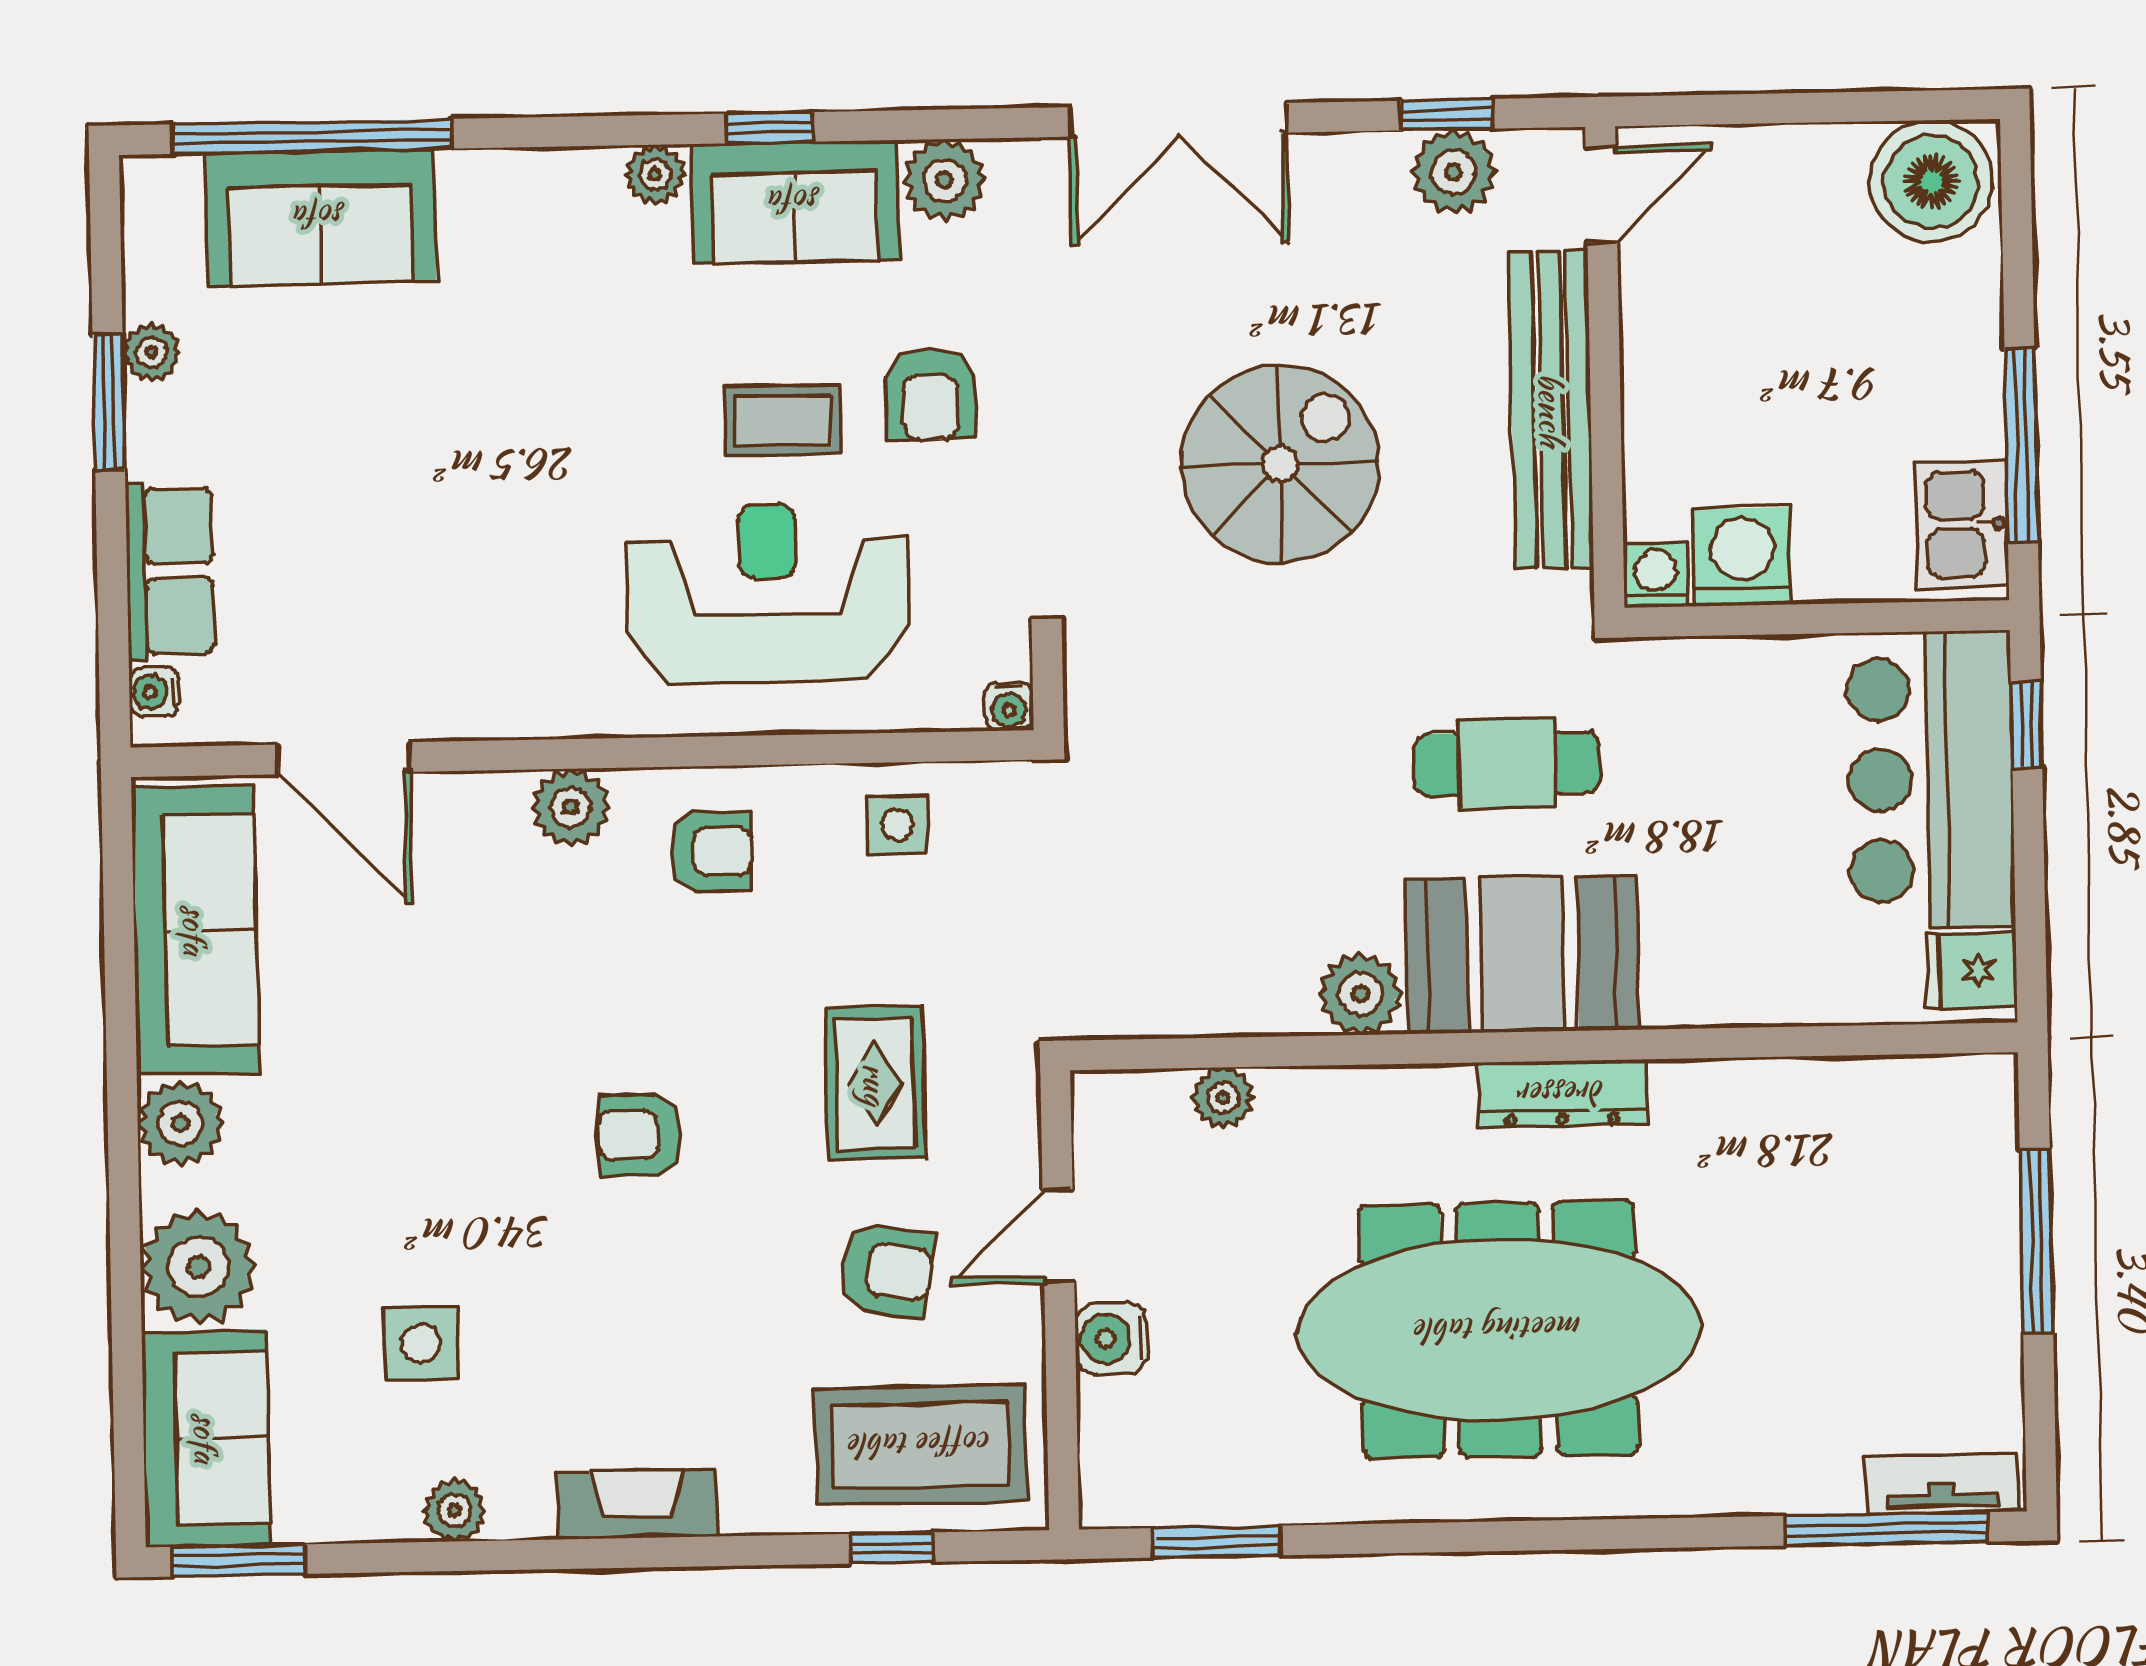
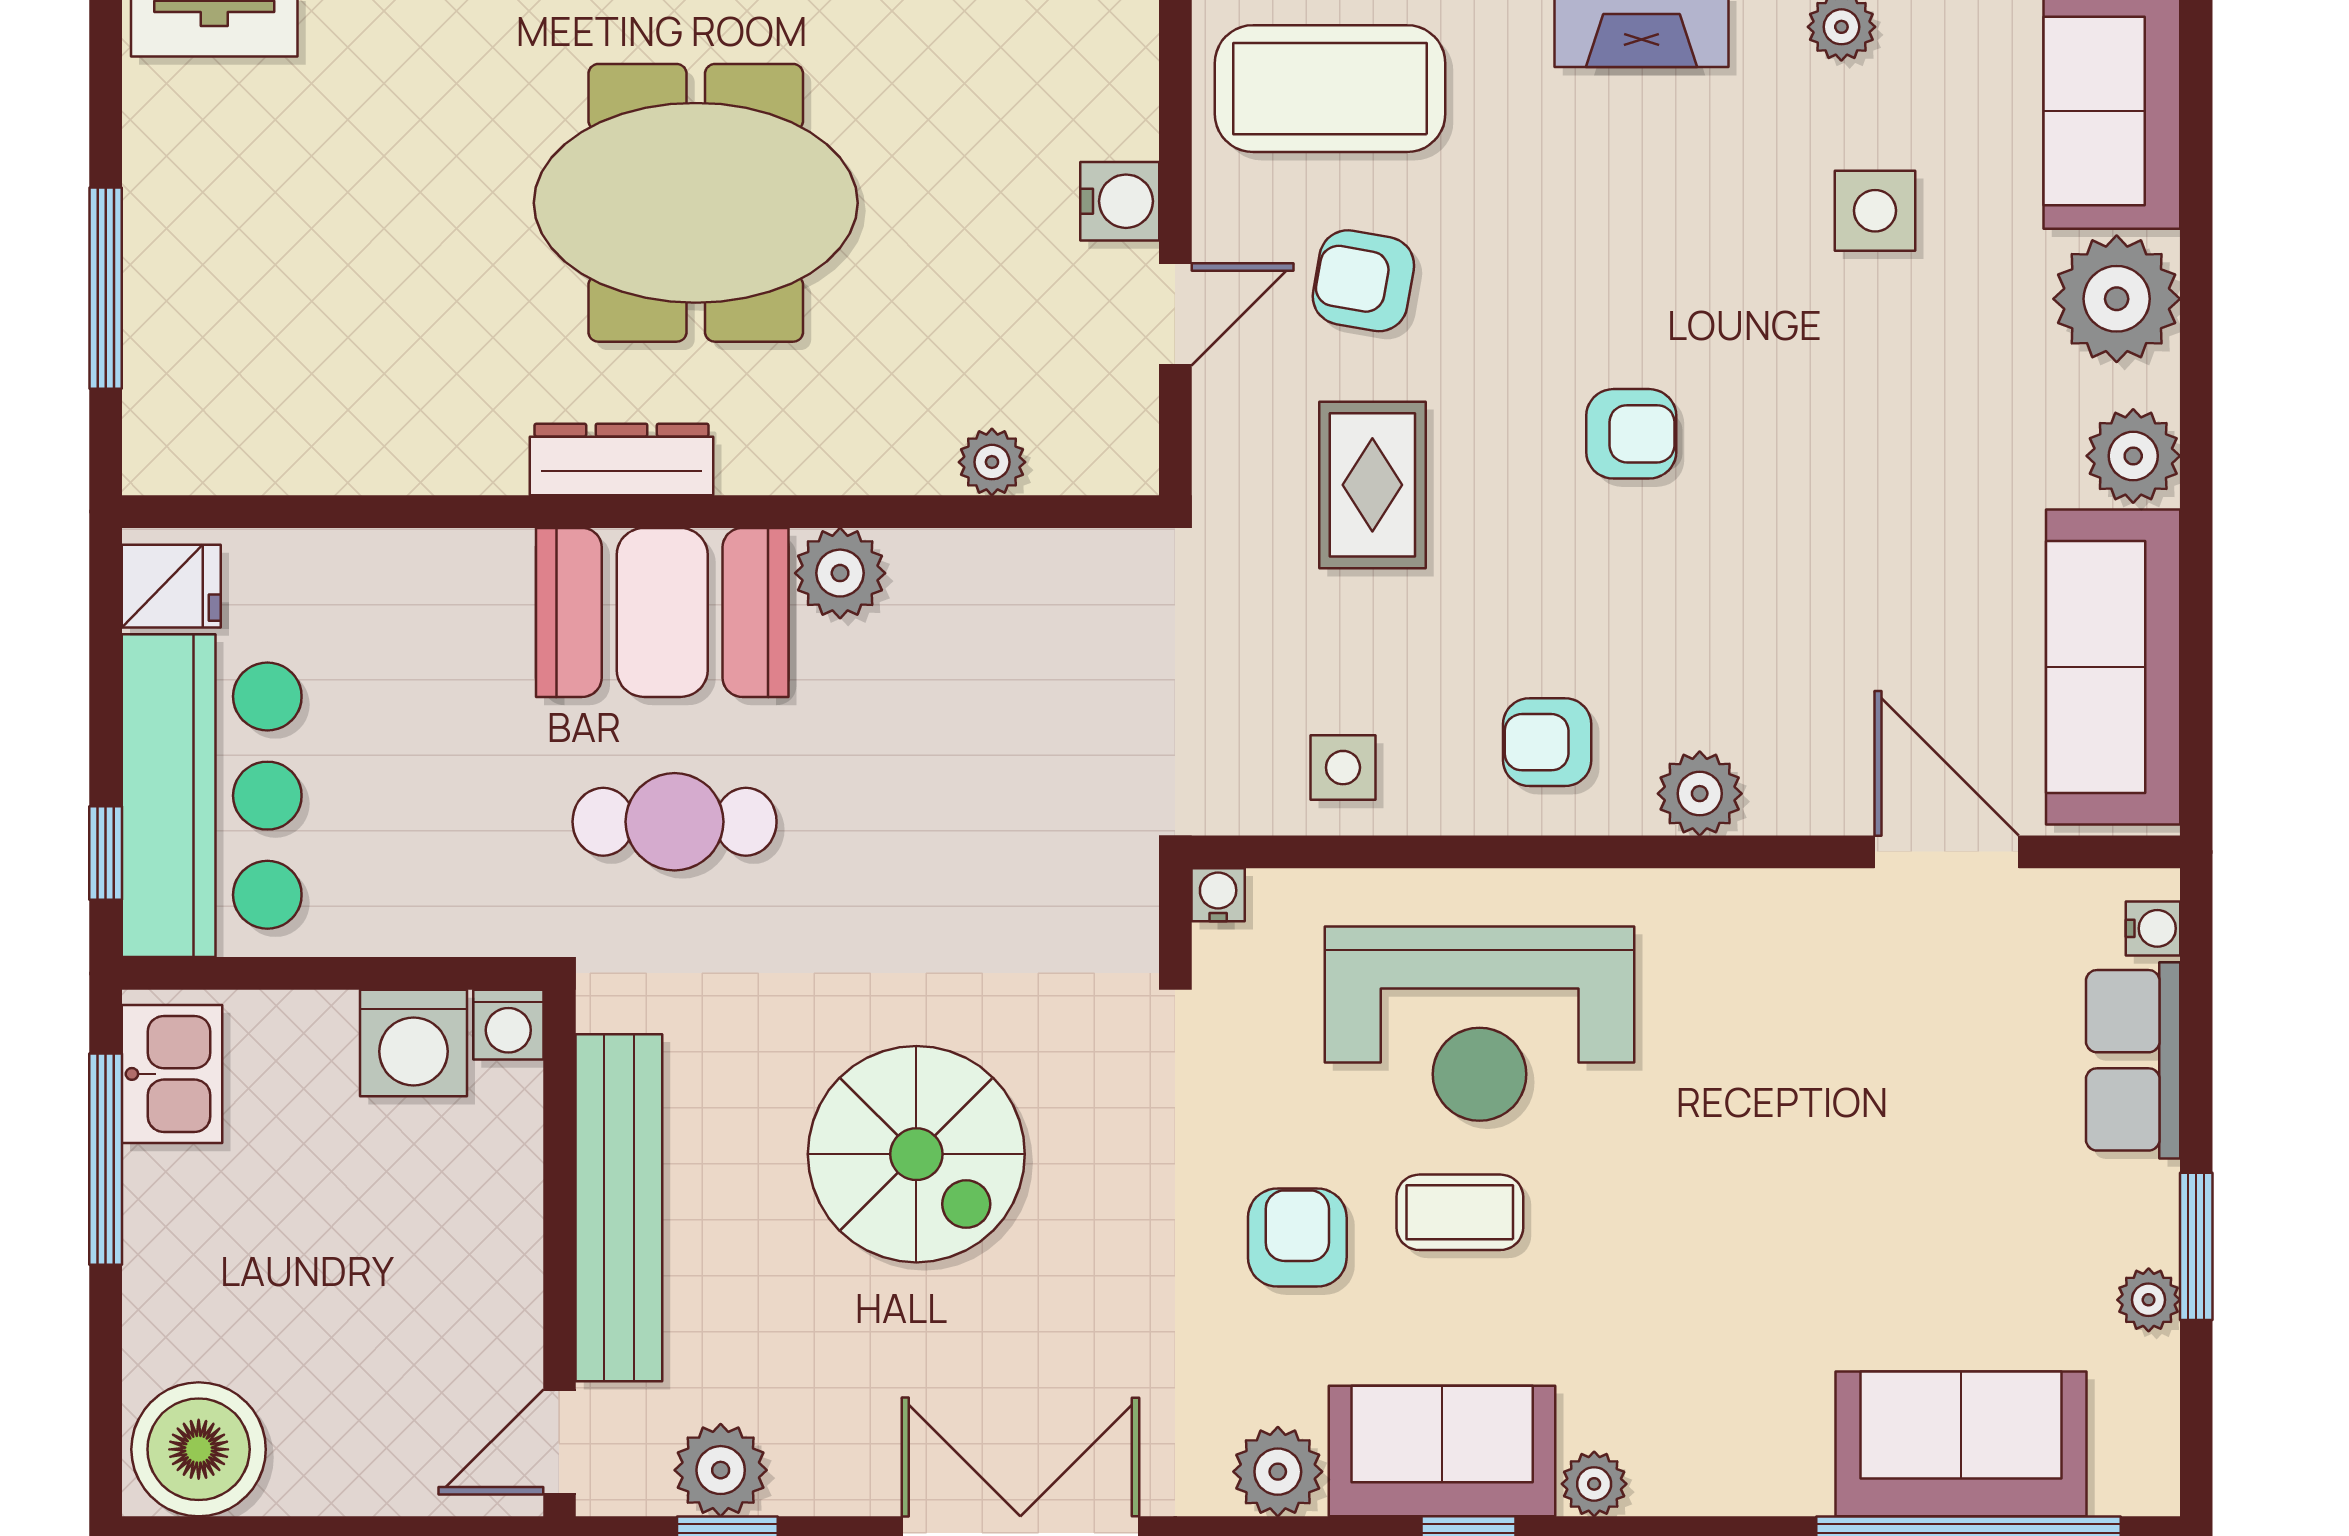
spiral stairs: (1280, 464) -> (916, 1154), turned -90
meeting table: (1499, 1330) -> (696, 203), width x0.73

